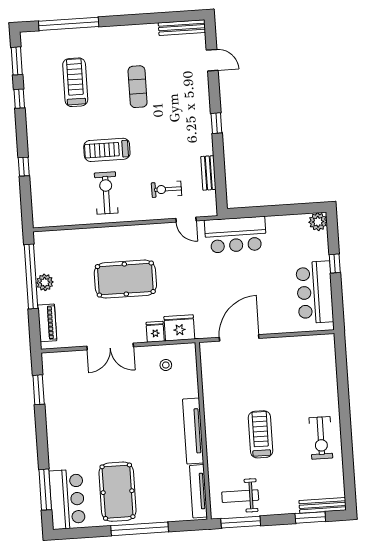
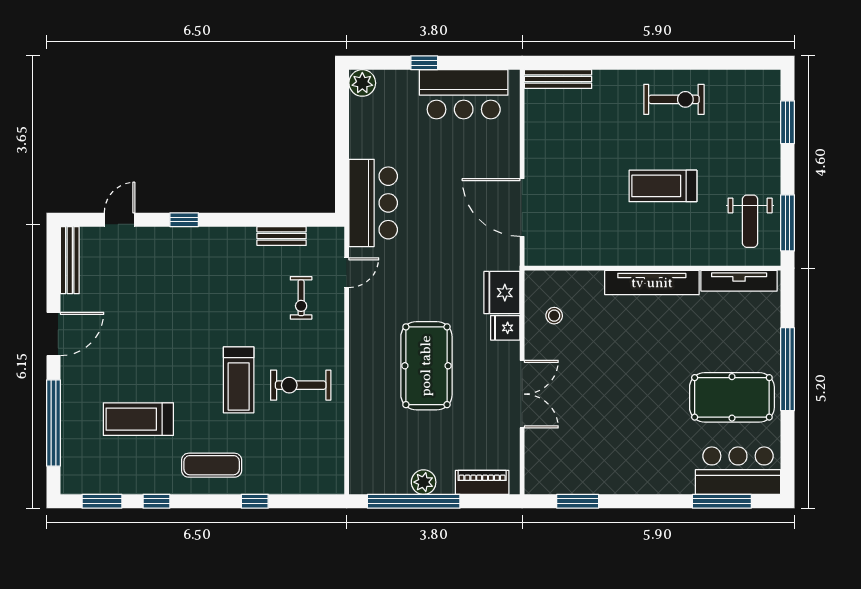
door: (130, 20) -> (54, 334), added
exercise mat: (138, 87) -> (212, 465), moved
window: (216, 123) -> (184, 220), moved
bench: (323, 505) -> (558, 79), moved, turned 90

